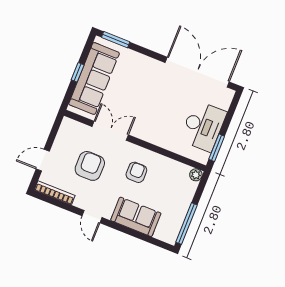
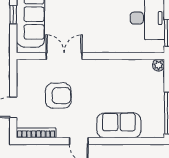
armchair: (90, 166) -> (58, 96), turned 90
armchair: (136, 172) -> (103, 85), removed

